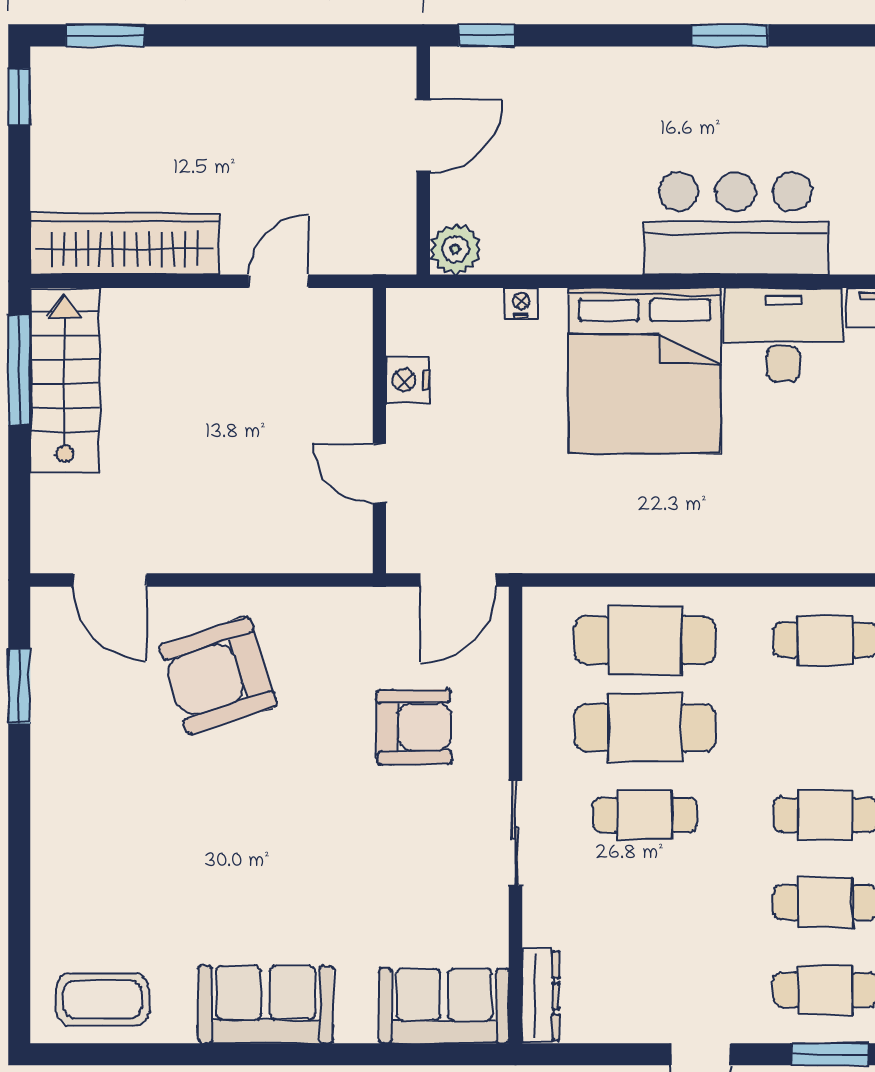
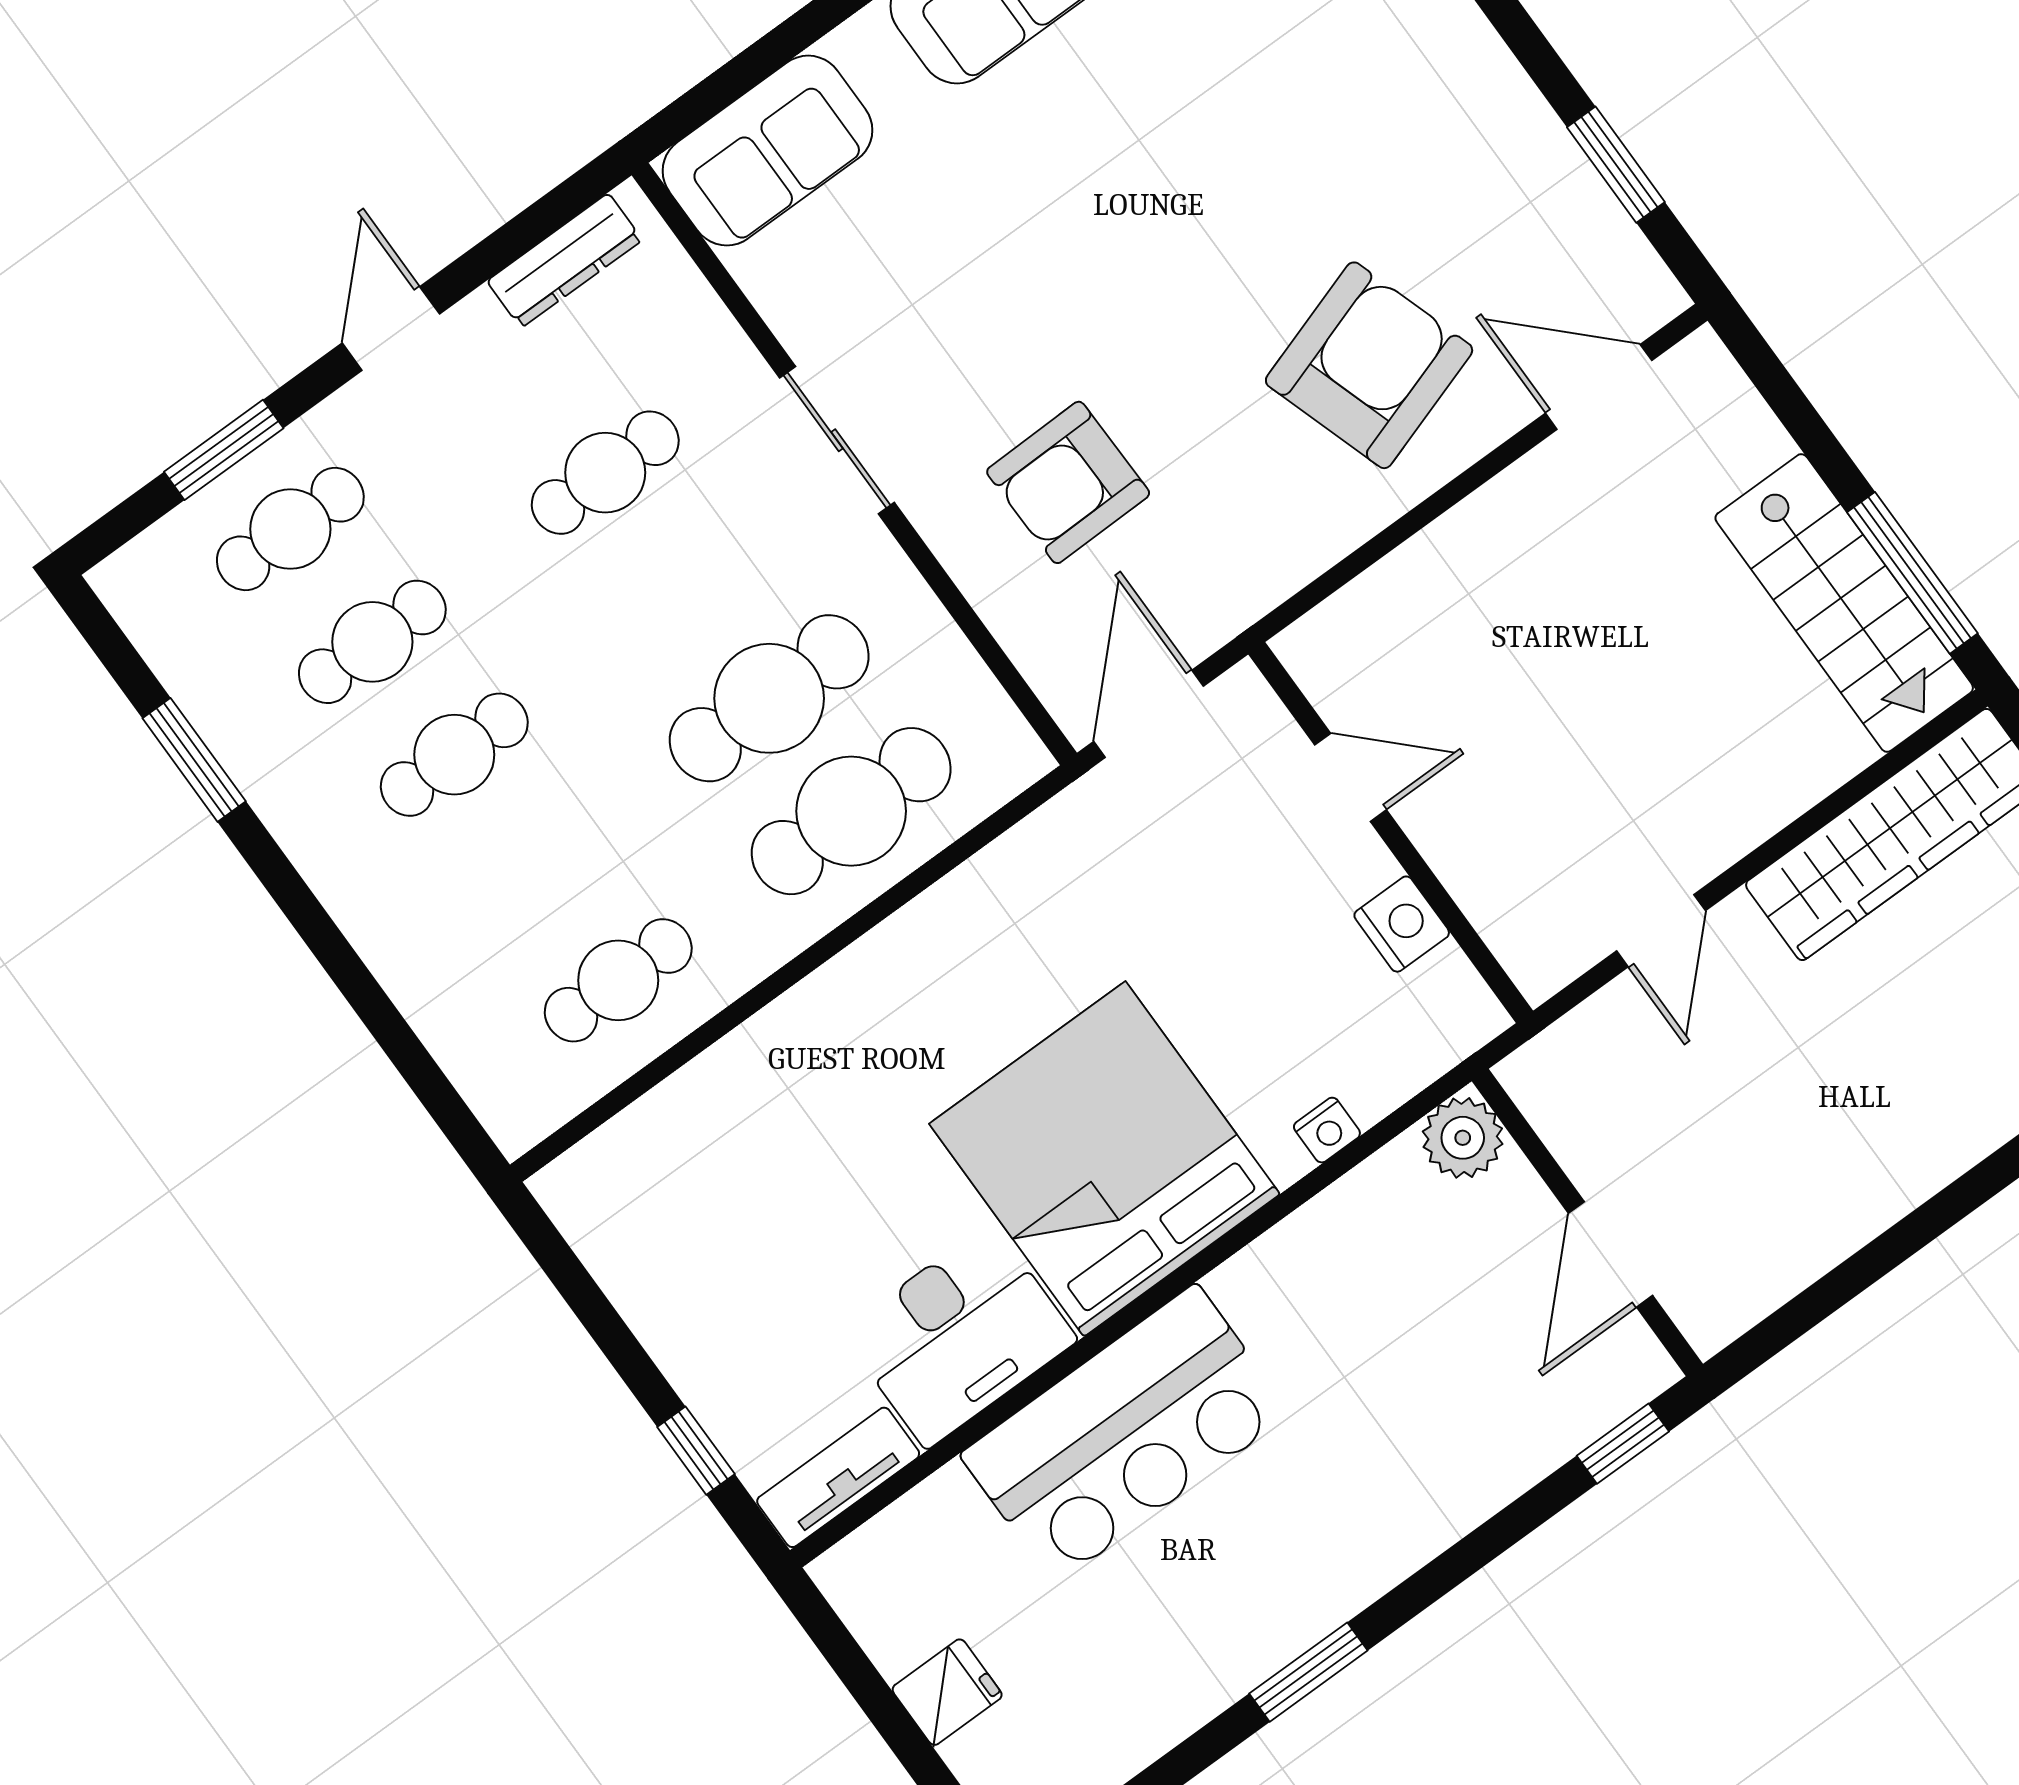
cafe table: (645, 815) -> (605, 473), moved
dresser: (541, 996) -> (565, 260), moved, turned -90

